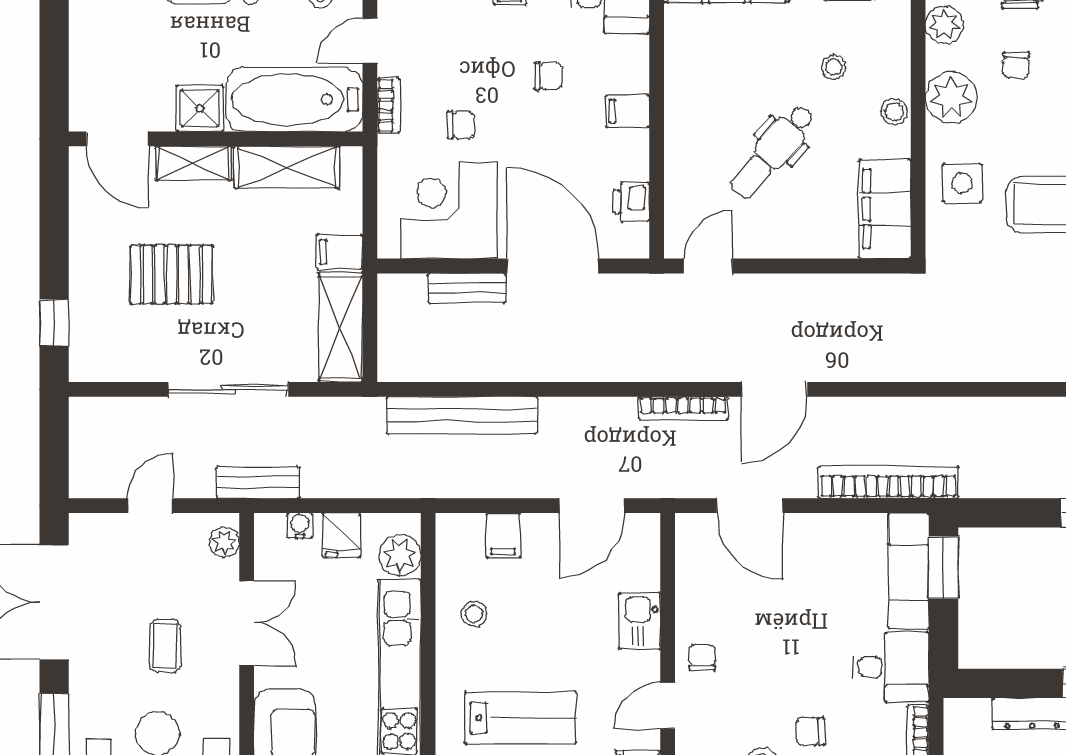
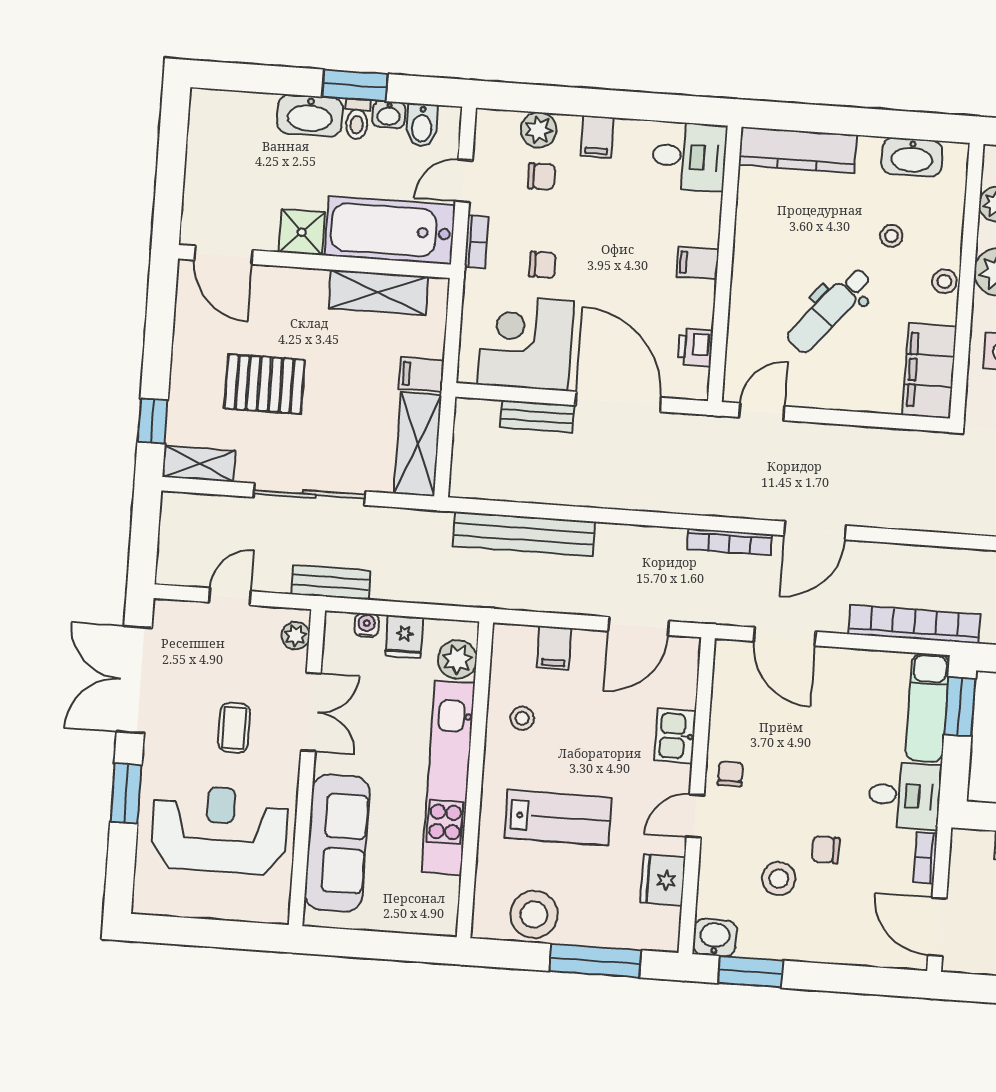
chair: (548, 76) -> (541, 176), moved
shelving: (193, 163) -> (199, 464), moved

